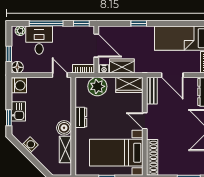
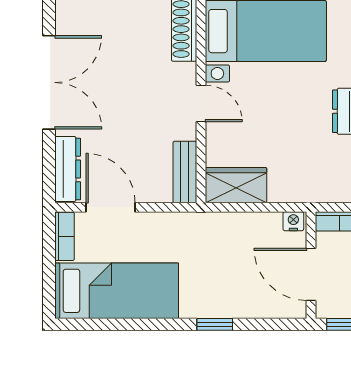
wardrobe: (122, 66) -> (253, 228), removed
door: (172, 75) -> (111, 207), moved
plant: (97, 86) -> (308, 181), removed

